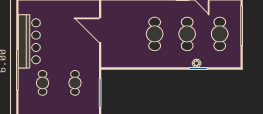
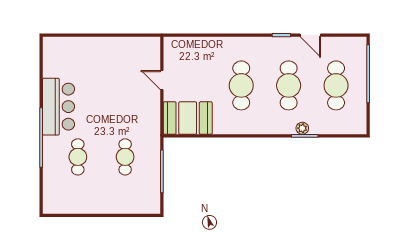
door: (100, 30) -> (162, 80), width x0.53
bar counter: (29, 41) -> (59, 107), width x0.73
booth: (118, 56) -> (188, 118), added

